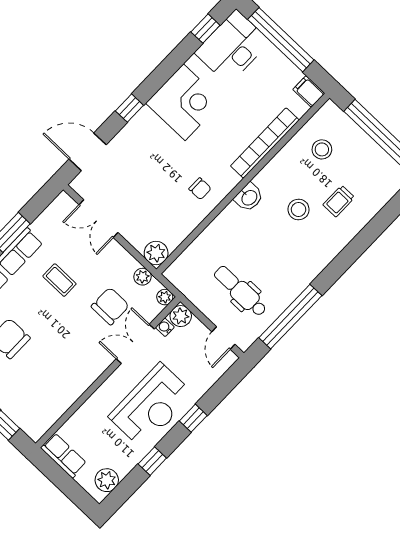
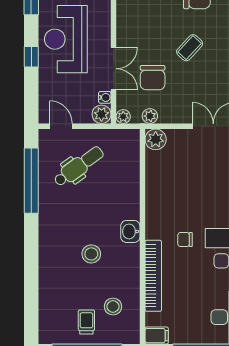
chair: (200, 189) -> (185, 240), moved
trolley: (339, 201) -> (86, 322), moved
coffee table: (59, 280) -> (190, 48), moved, turned -47
dental chair: (240, 291) -> (79, 166), turned -36

